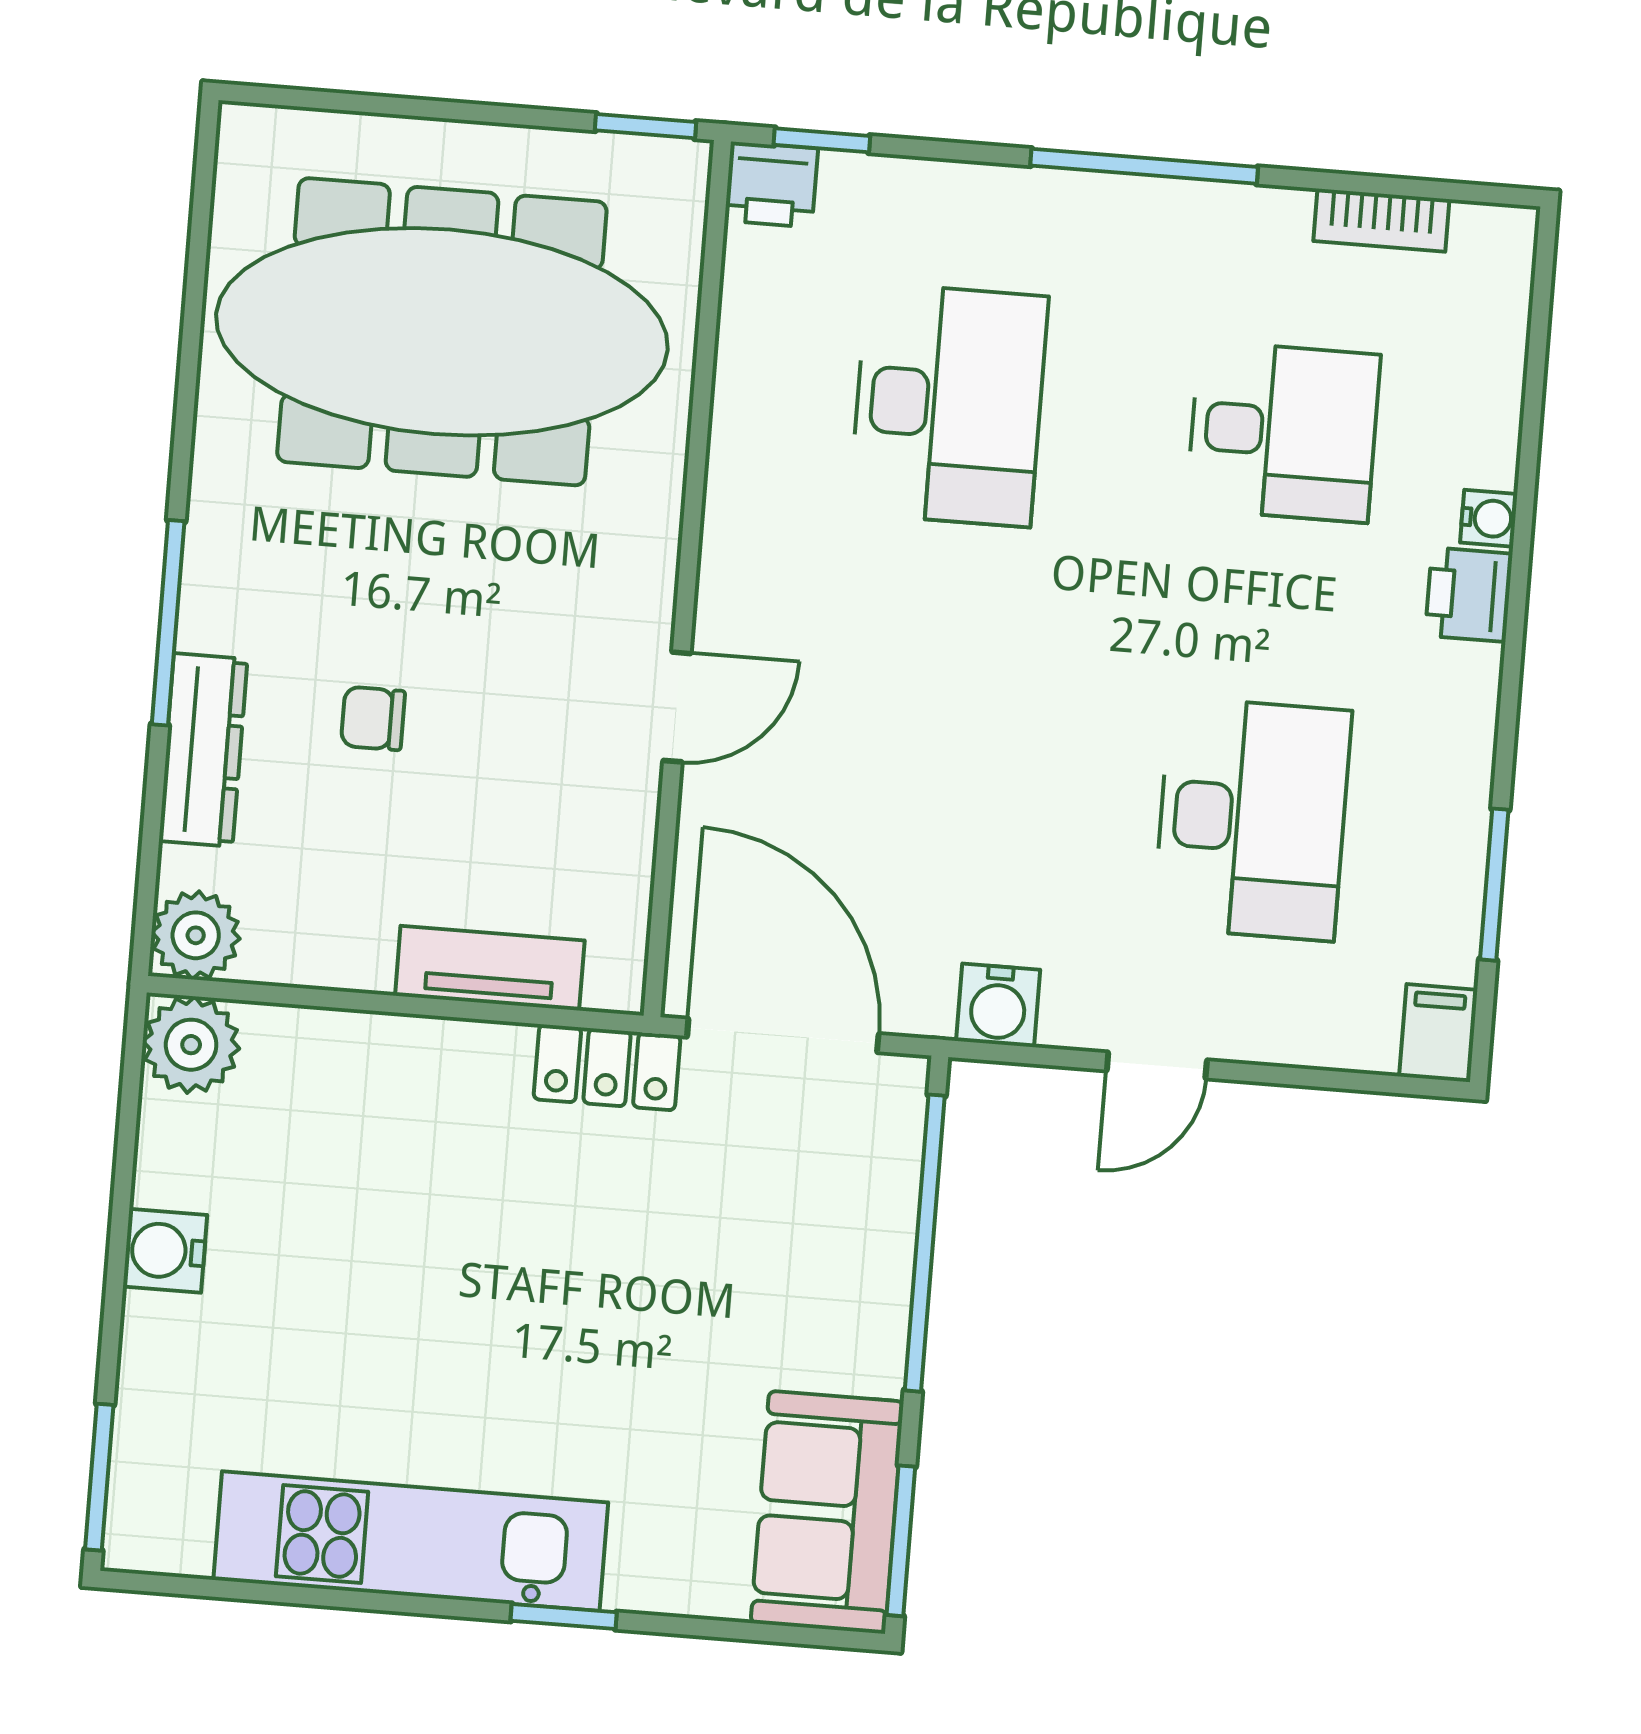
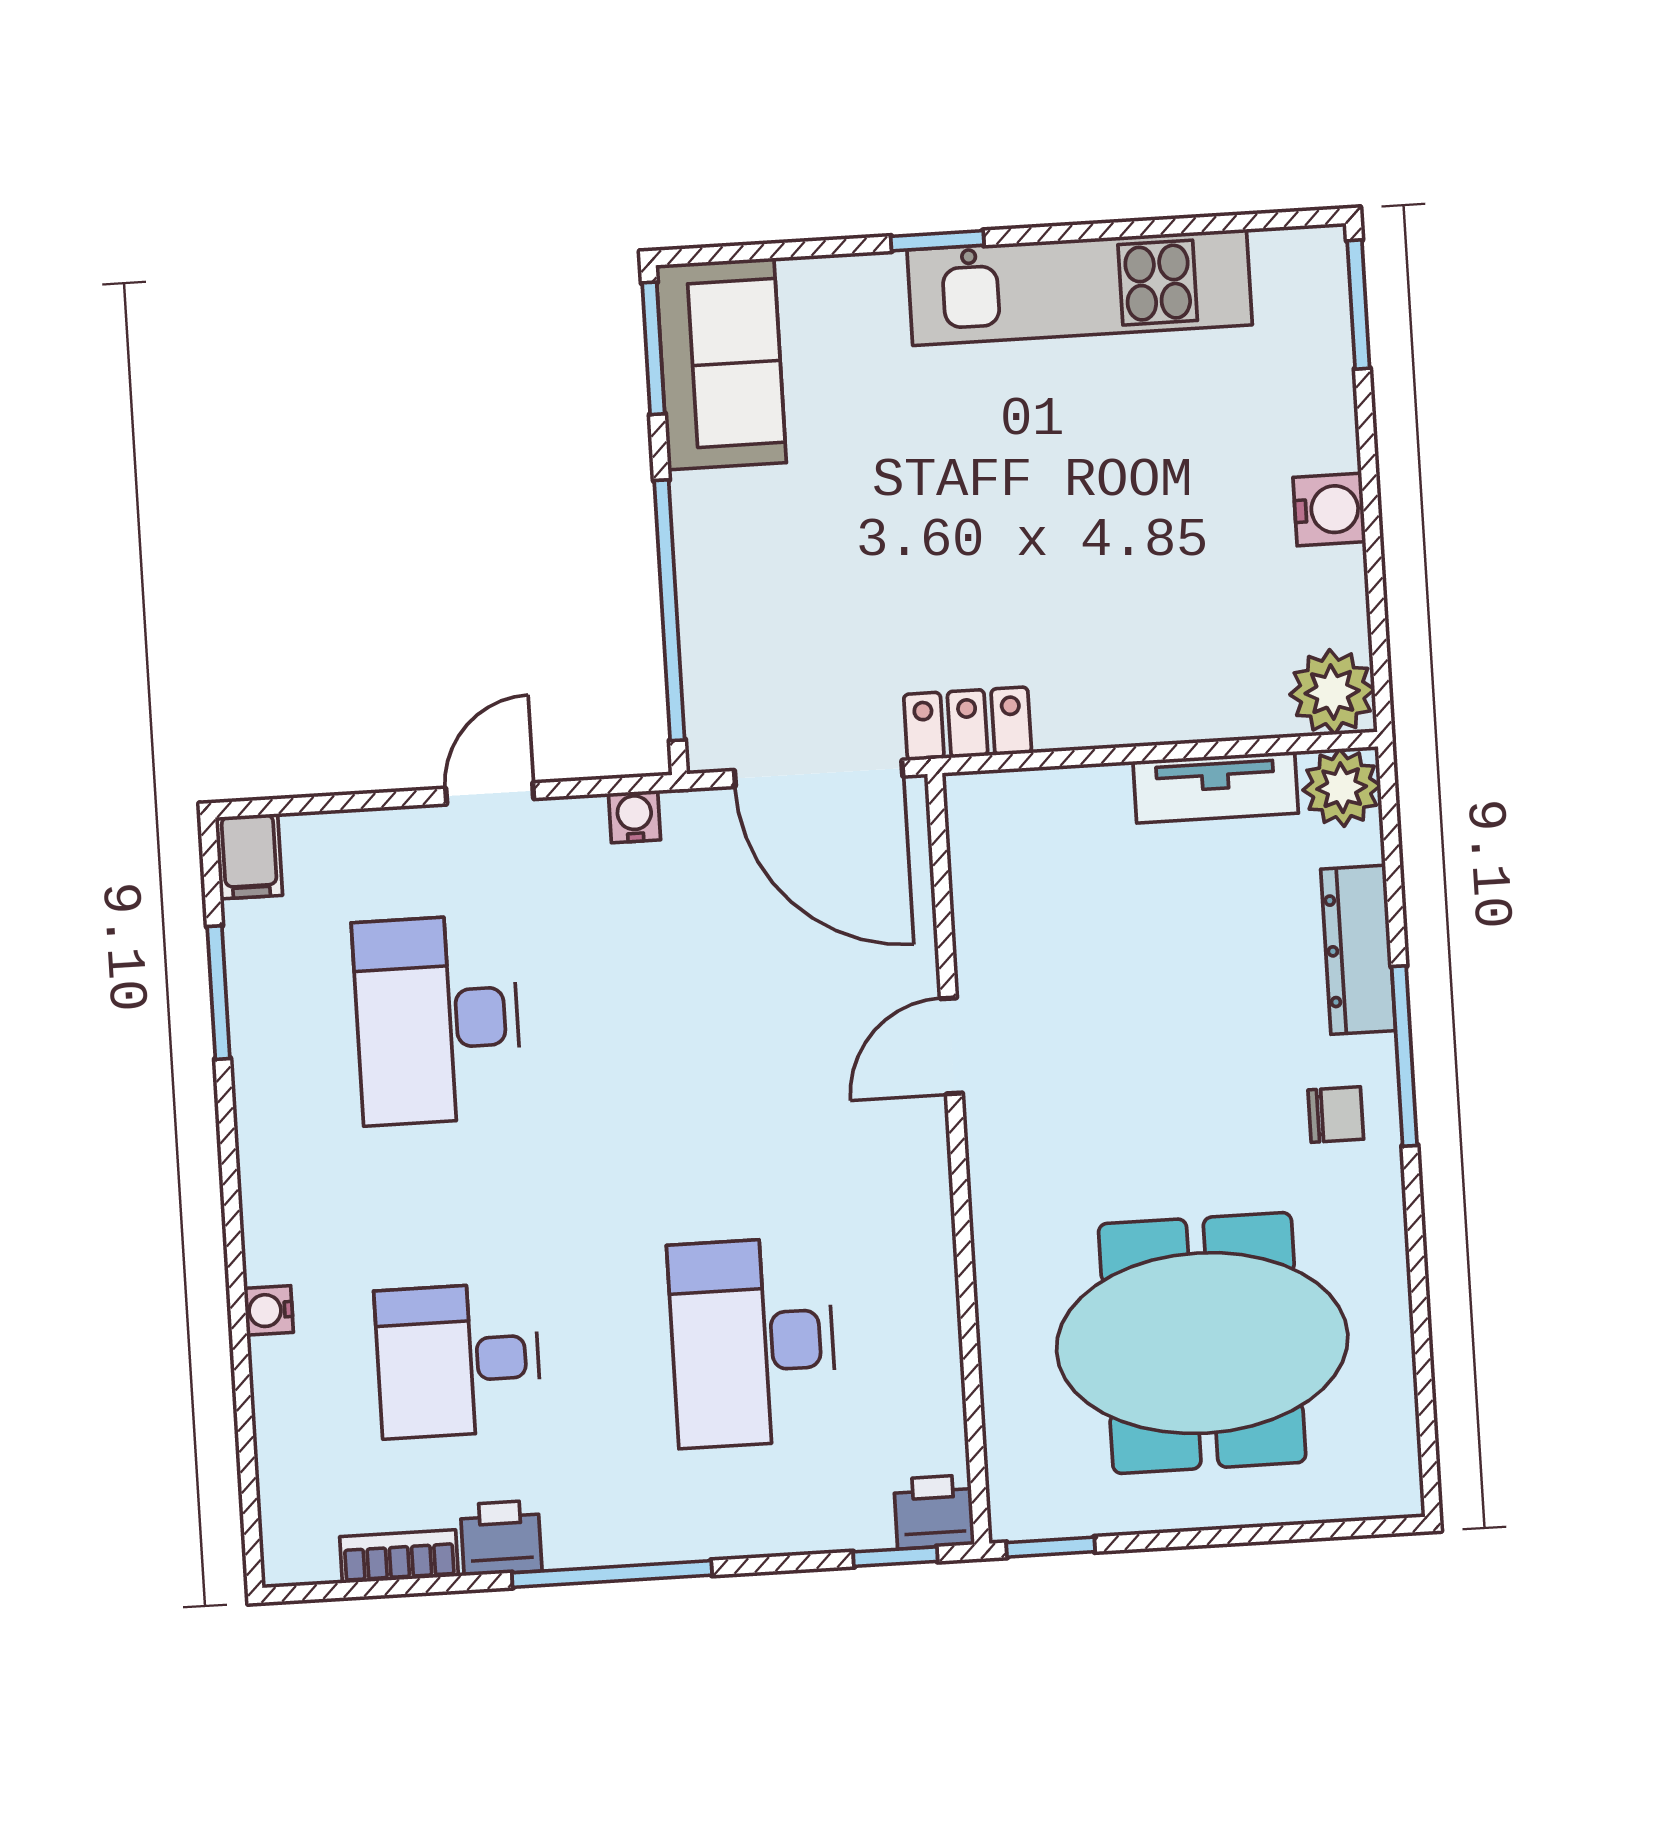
meeting table: (442, 332) -> (1202, 1343), width x0.73
printer: (1469, 595) -> (501, 1538), moved, turned -90
chair: (373, 718) -> (1336, 1115), moved
tv unit: (490, 968) -> (1216, 787), moved
water cooler: (998, 1005) -> (635, 817), width x0.72, depth x0.72

